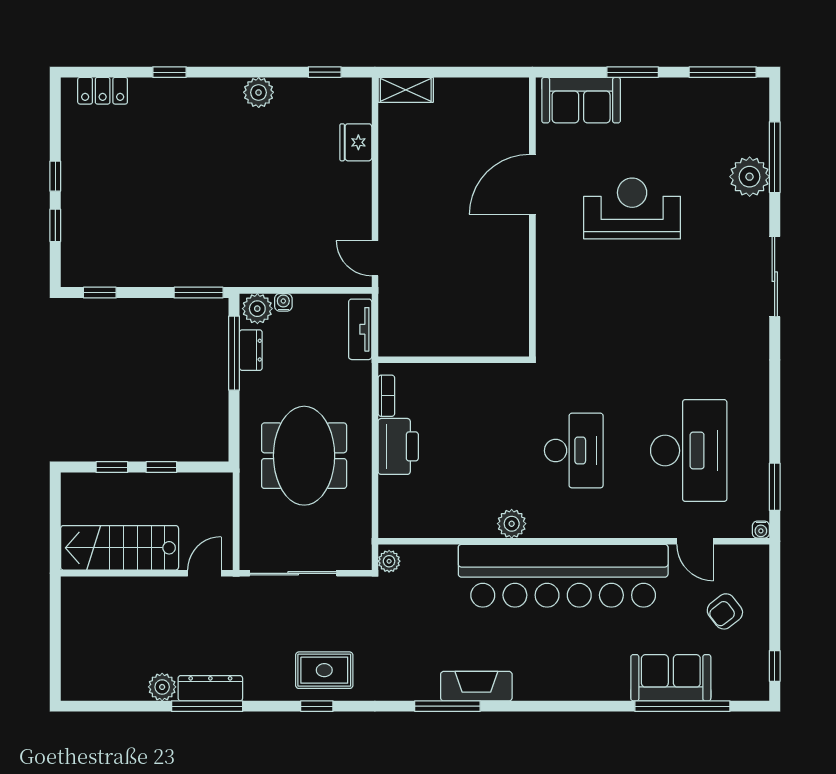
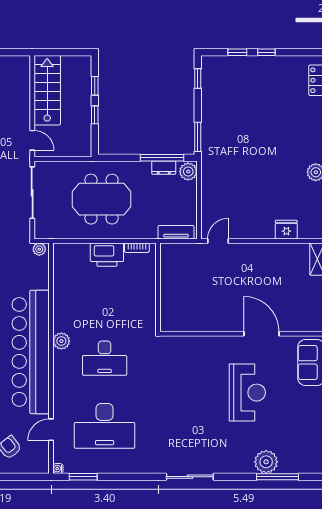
sliding door: (775, 277) -> (190, 477), moved
water cooler: (283, 302) -> (192, 187), removed
plant: (512, 524) -> (61, 341), moved

